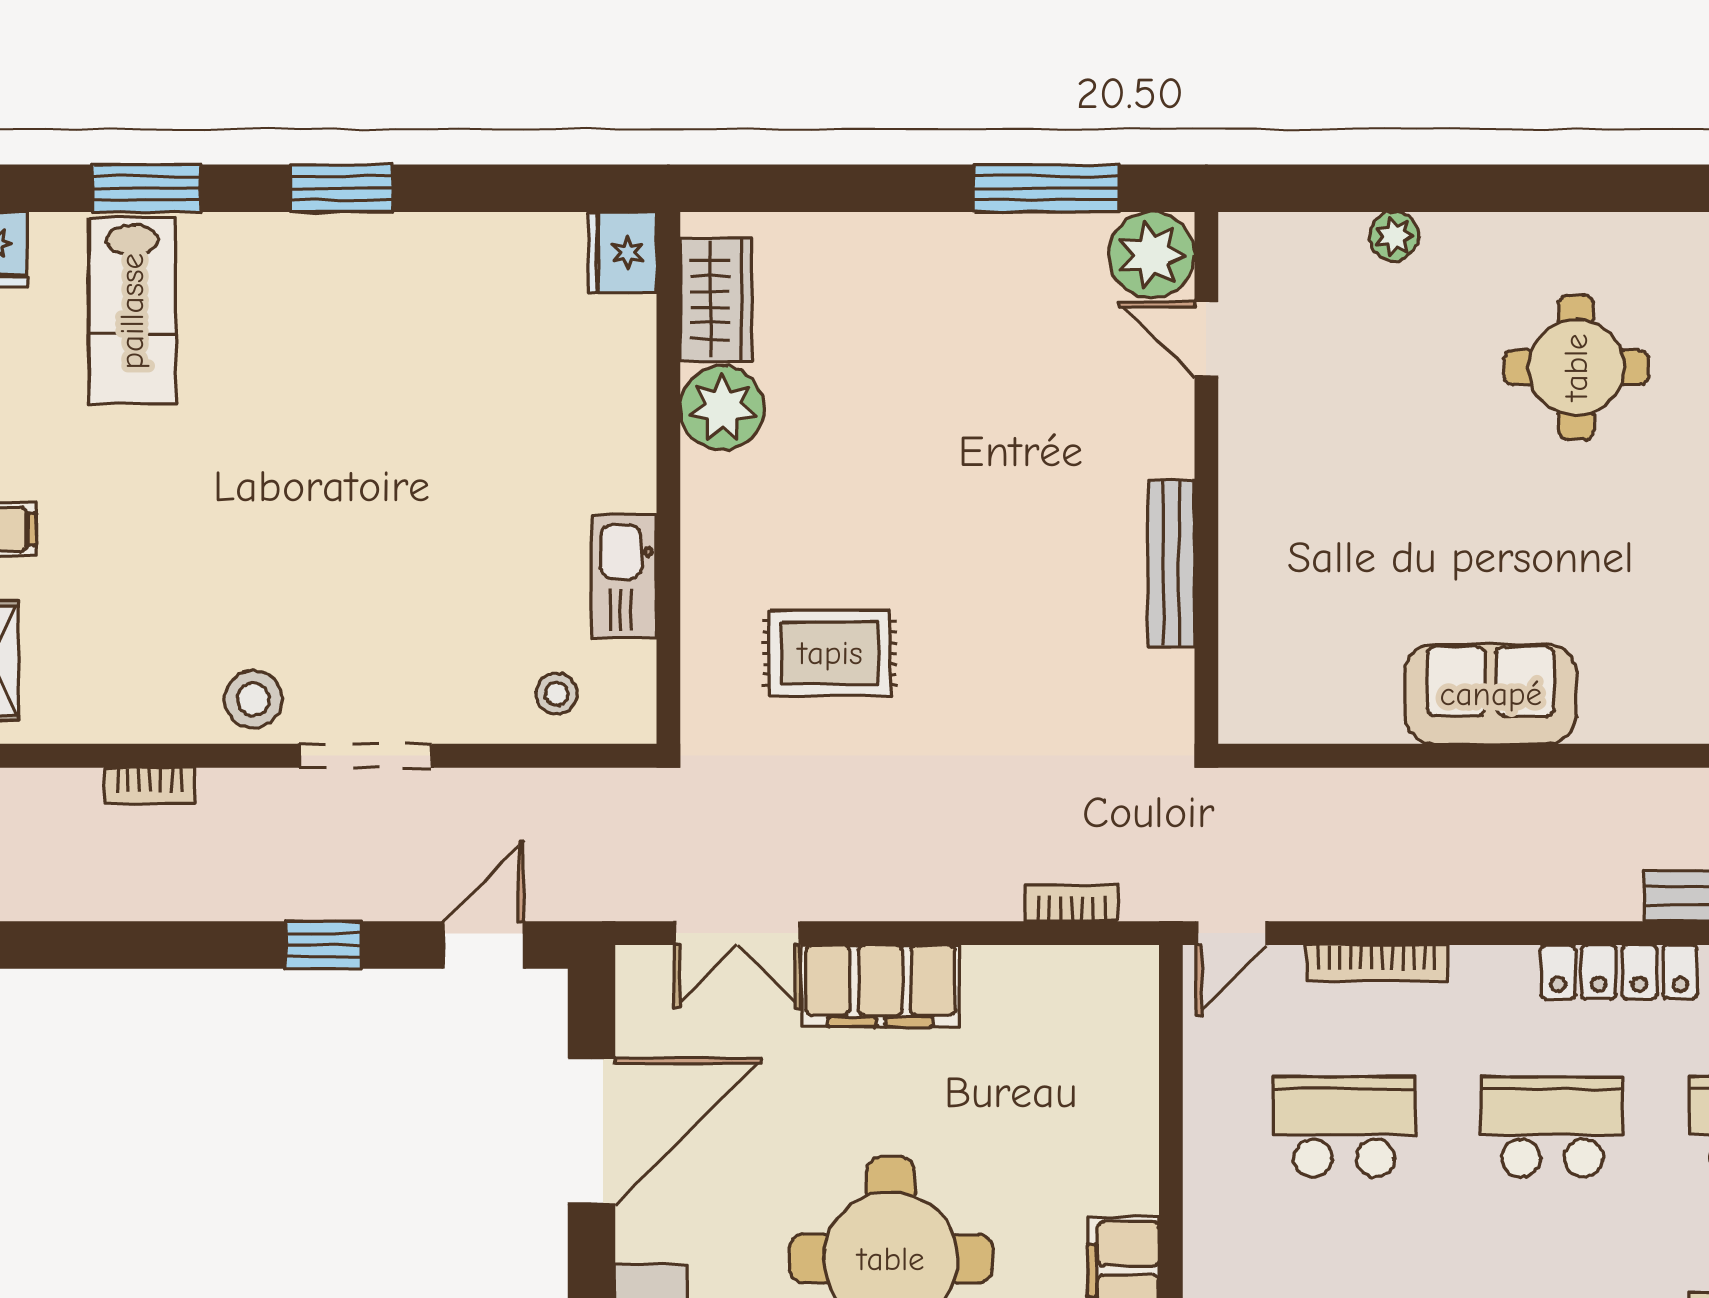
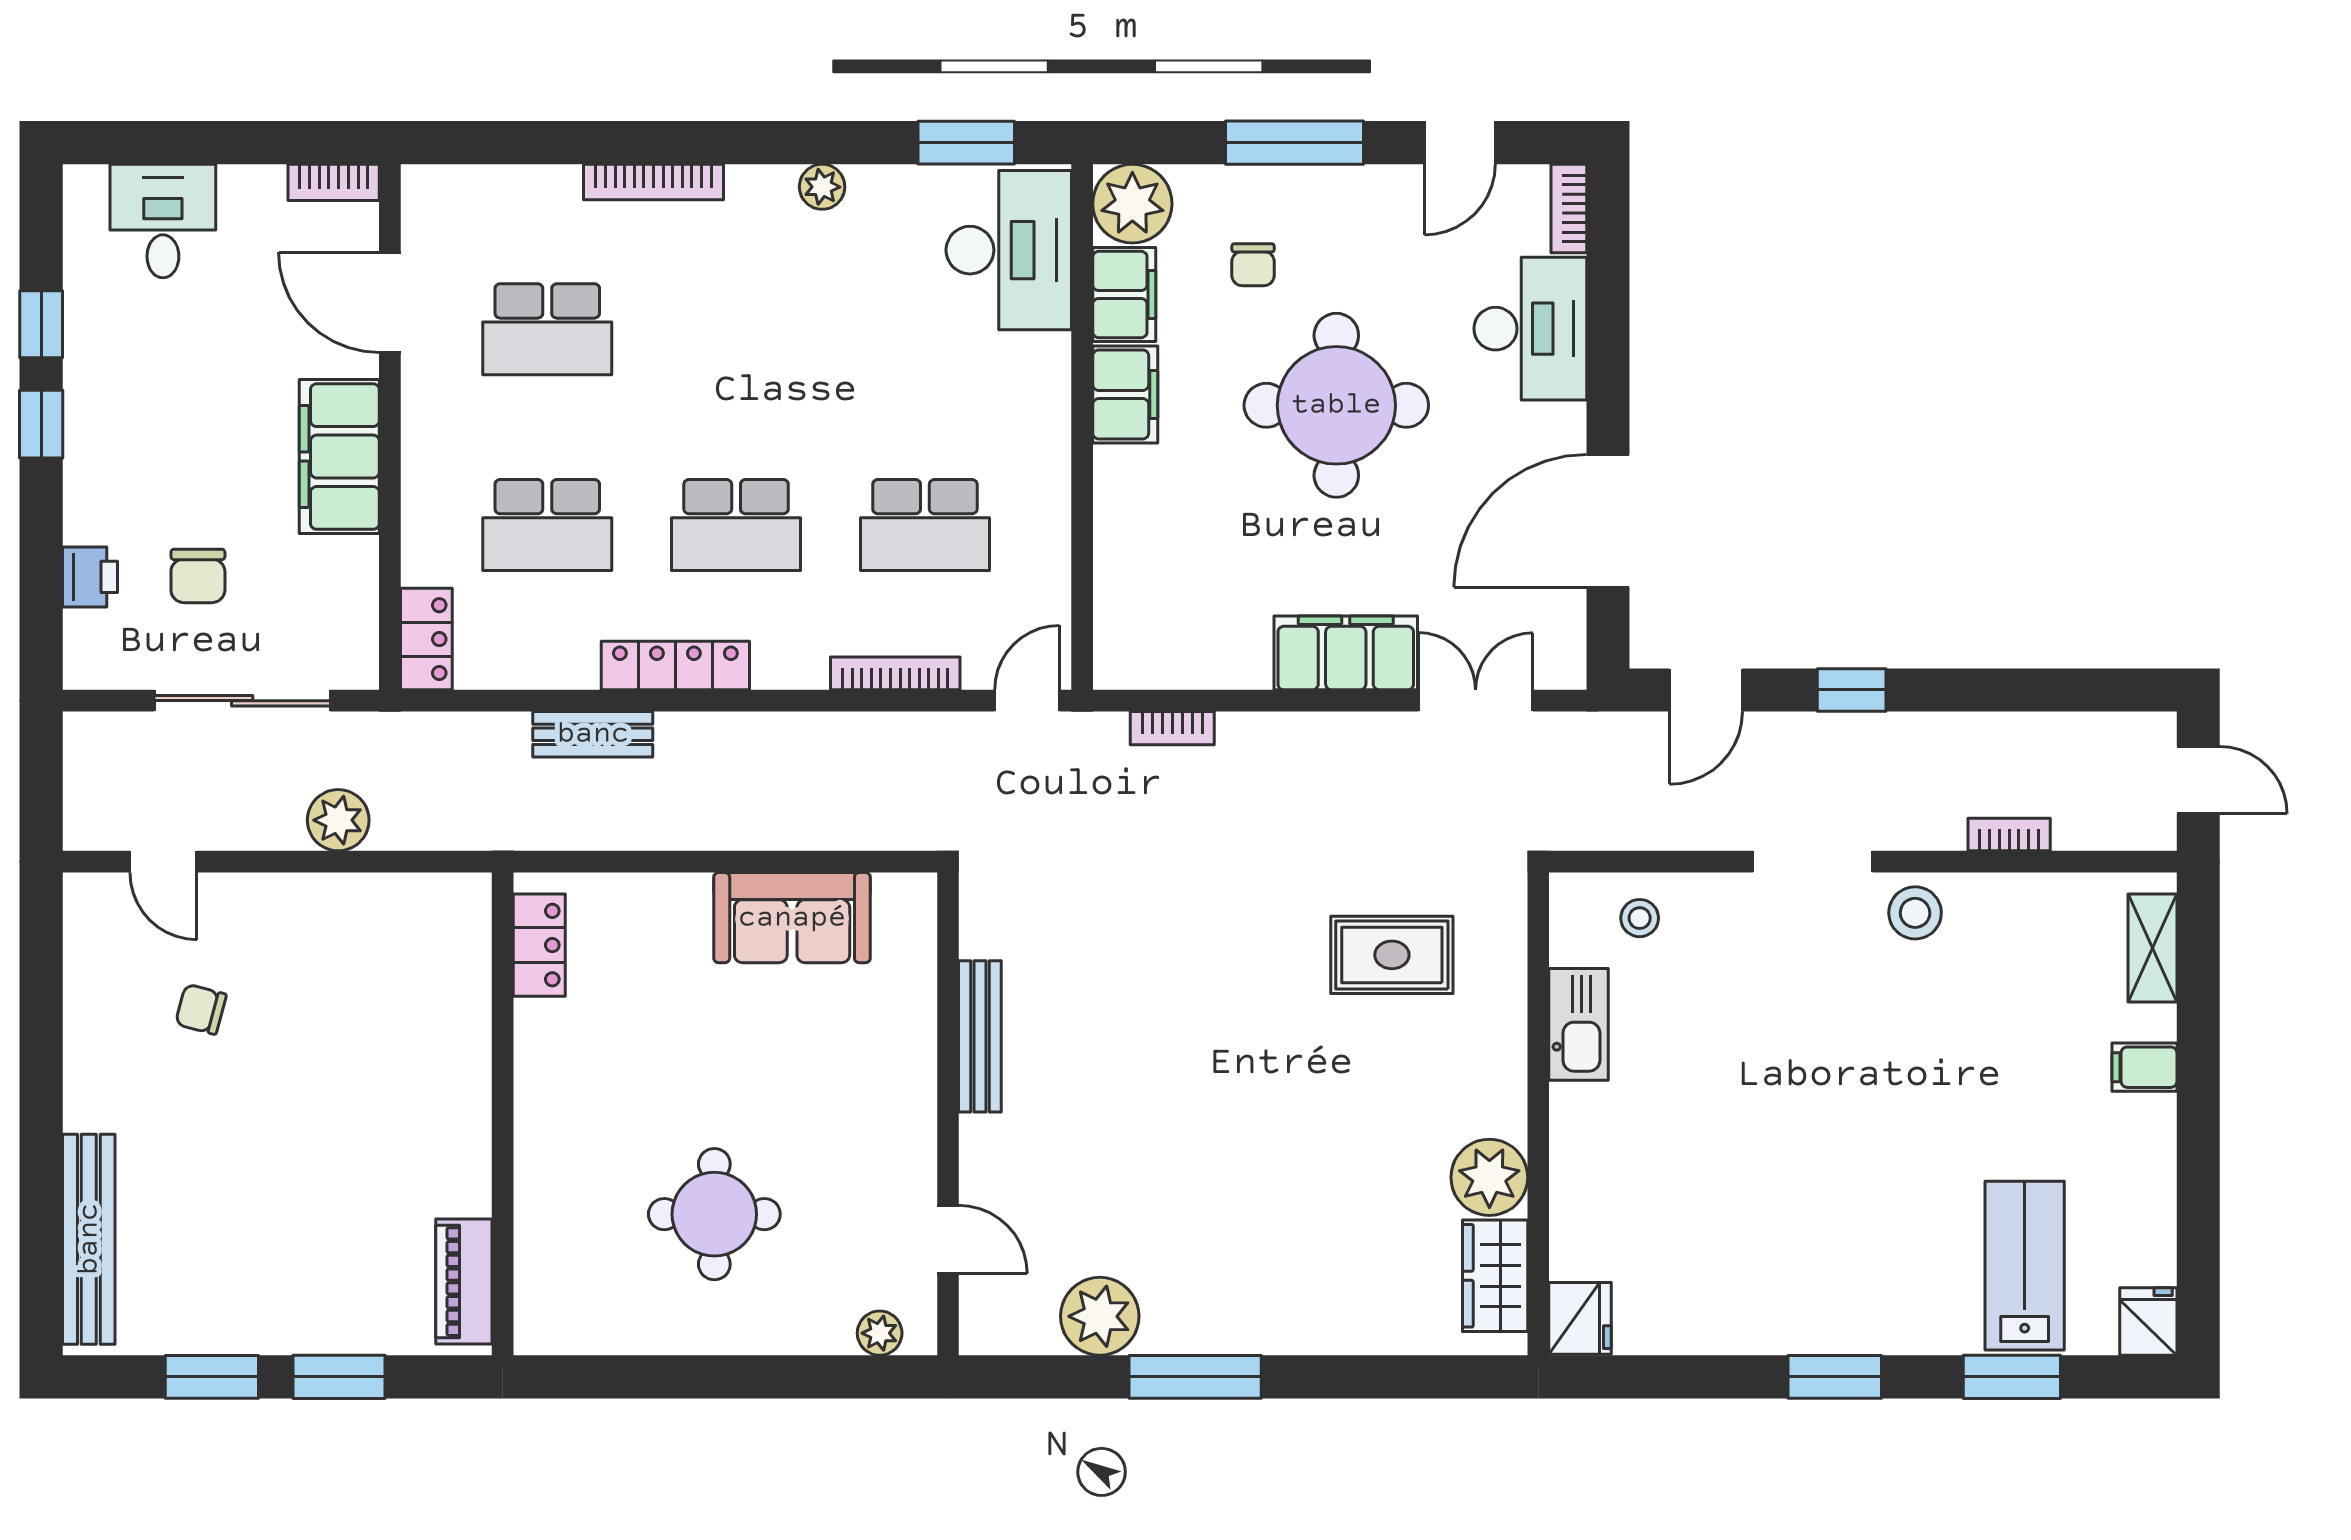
door: (1206, 340) -> (948, 1239), moved
wall: (1206, 478) -> (948, 1114), moved
bench: (1171, 563) -> (980, 1036), moved

